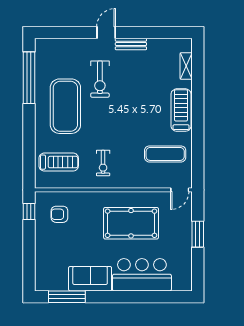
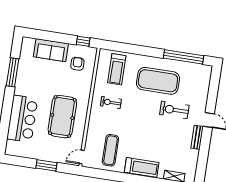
door: (180, 190) -> (82, 157), hinge flipped
sofa: (90, 279) -> (51, 50), moved, turned 90
window: (67, 297) -> (13, 72), moved

